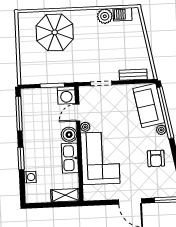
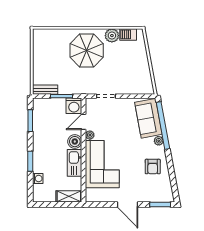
parasol: (55, 32) -> (87, 50), moved
bench: (133, 75) -> (45, 90), moved
window: (19, 114) -> (30, 121), width x0.69

